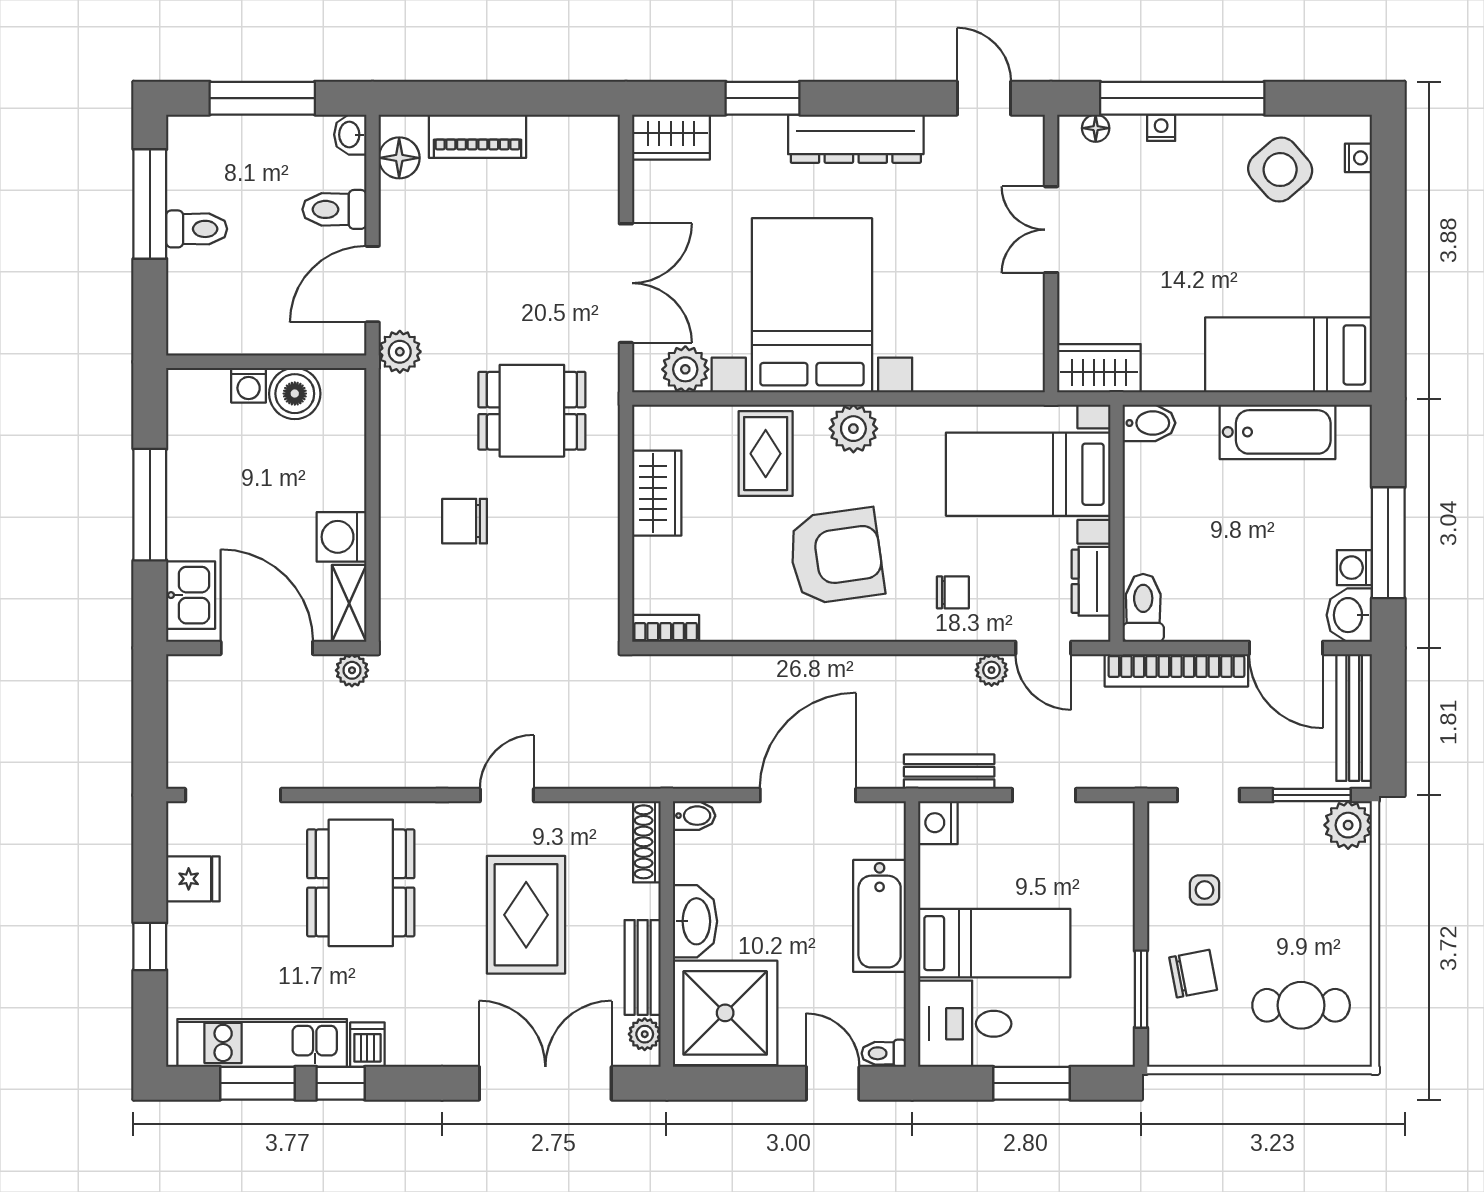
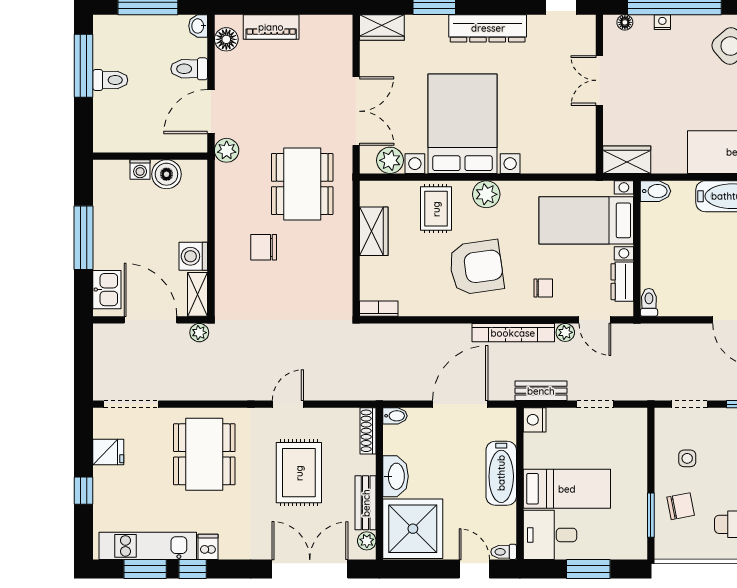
dining table: (532, 411) -> (302, 184), width x1.38
toilet: (1143, 608) -> (649, 302), width x0.73, depth x0.72
bookcase: (1176, 670) -> (513, 333), moved

